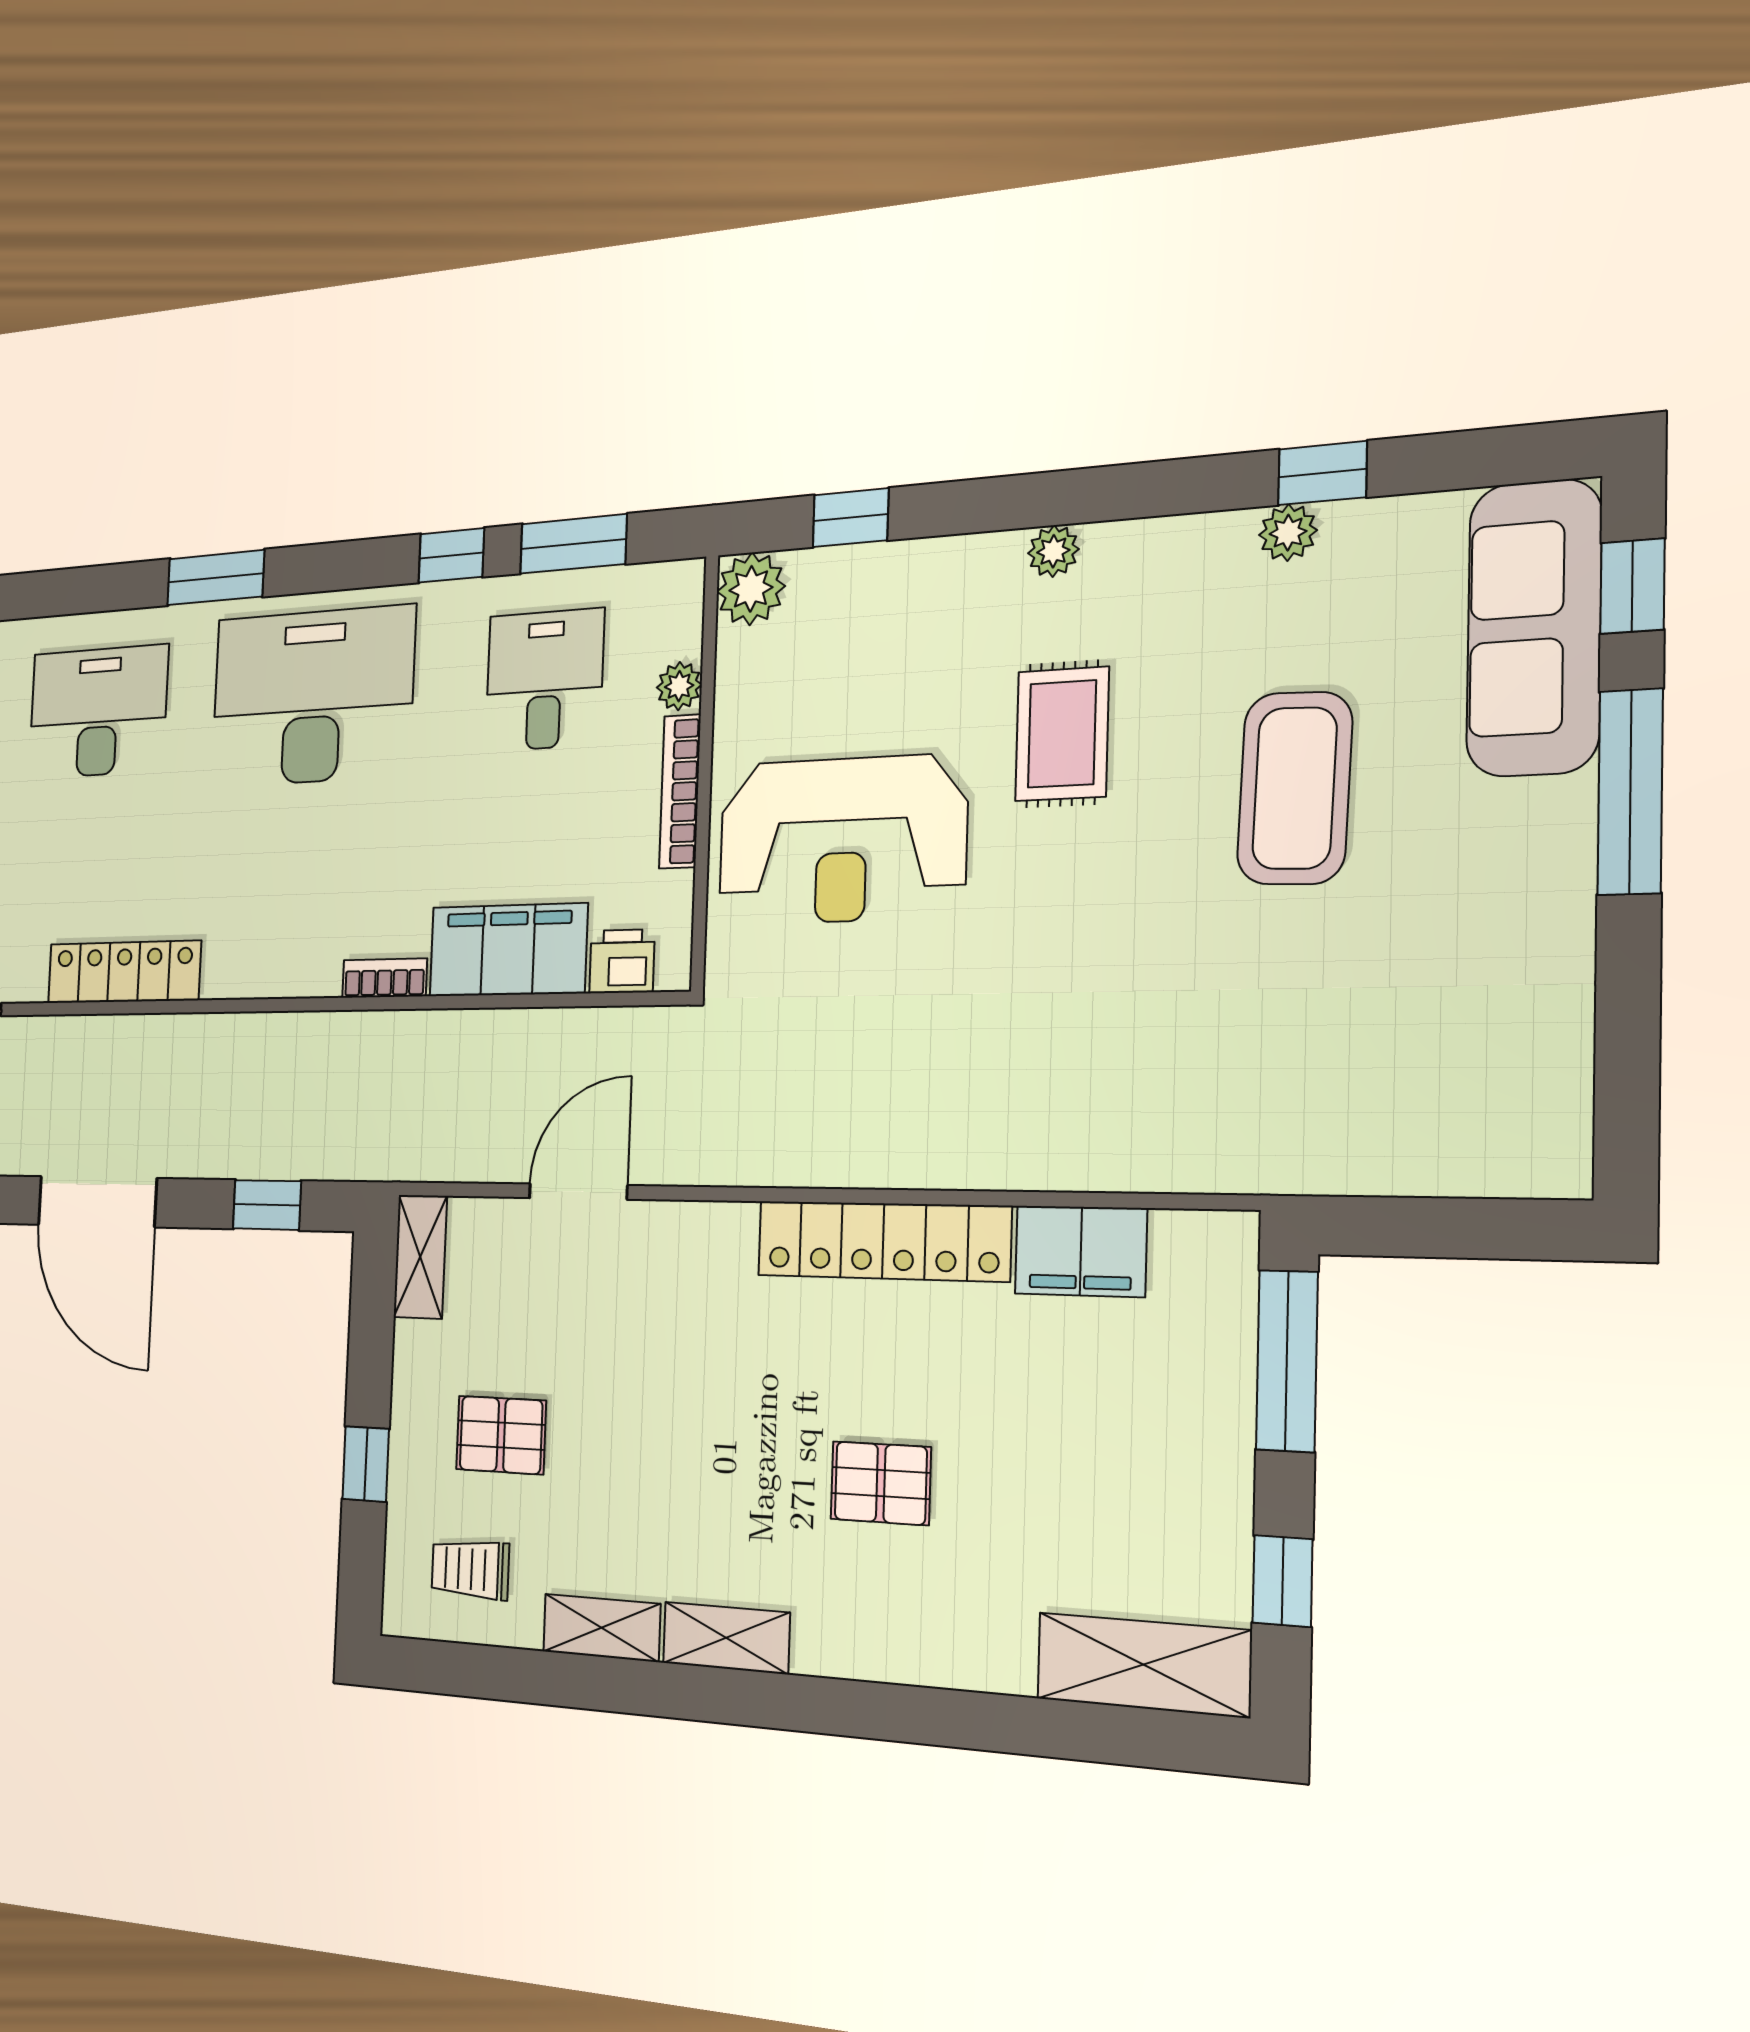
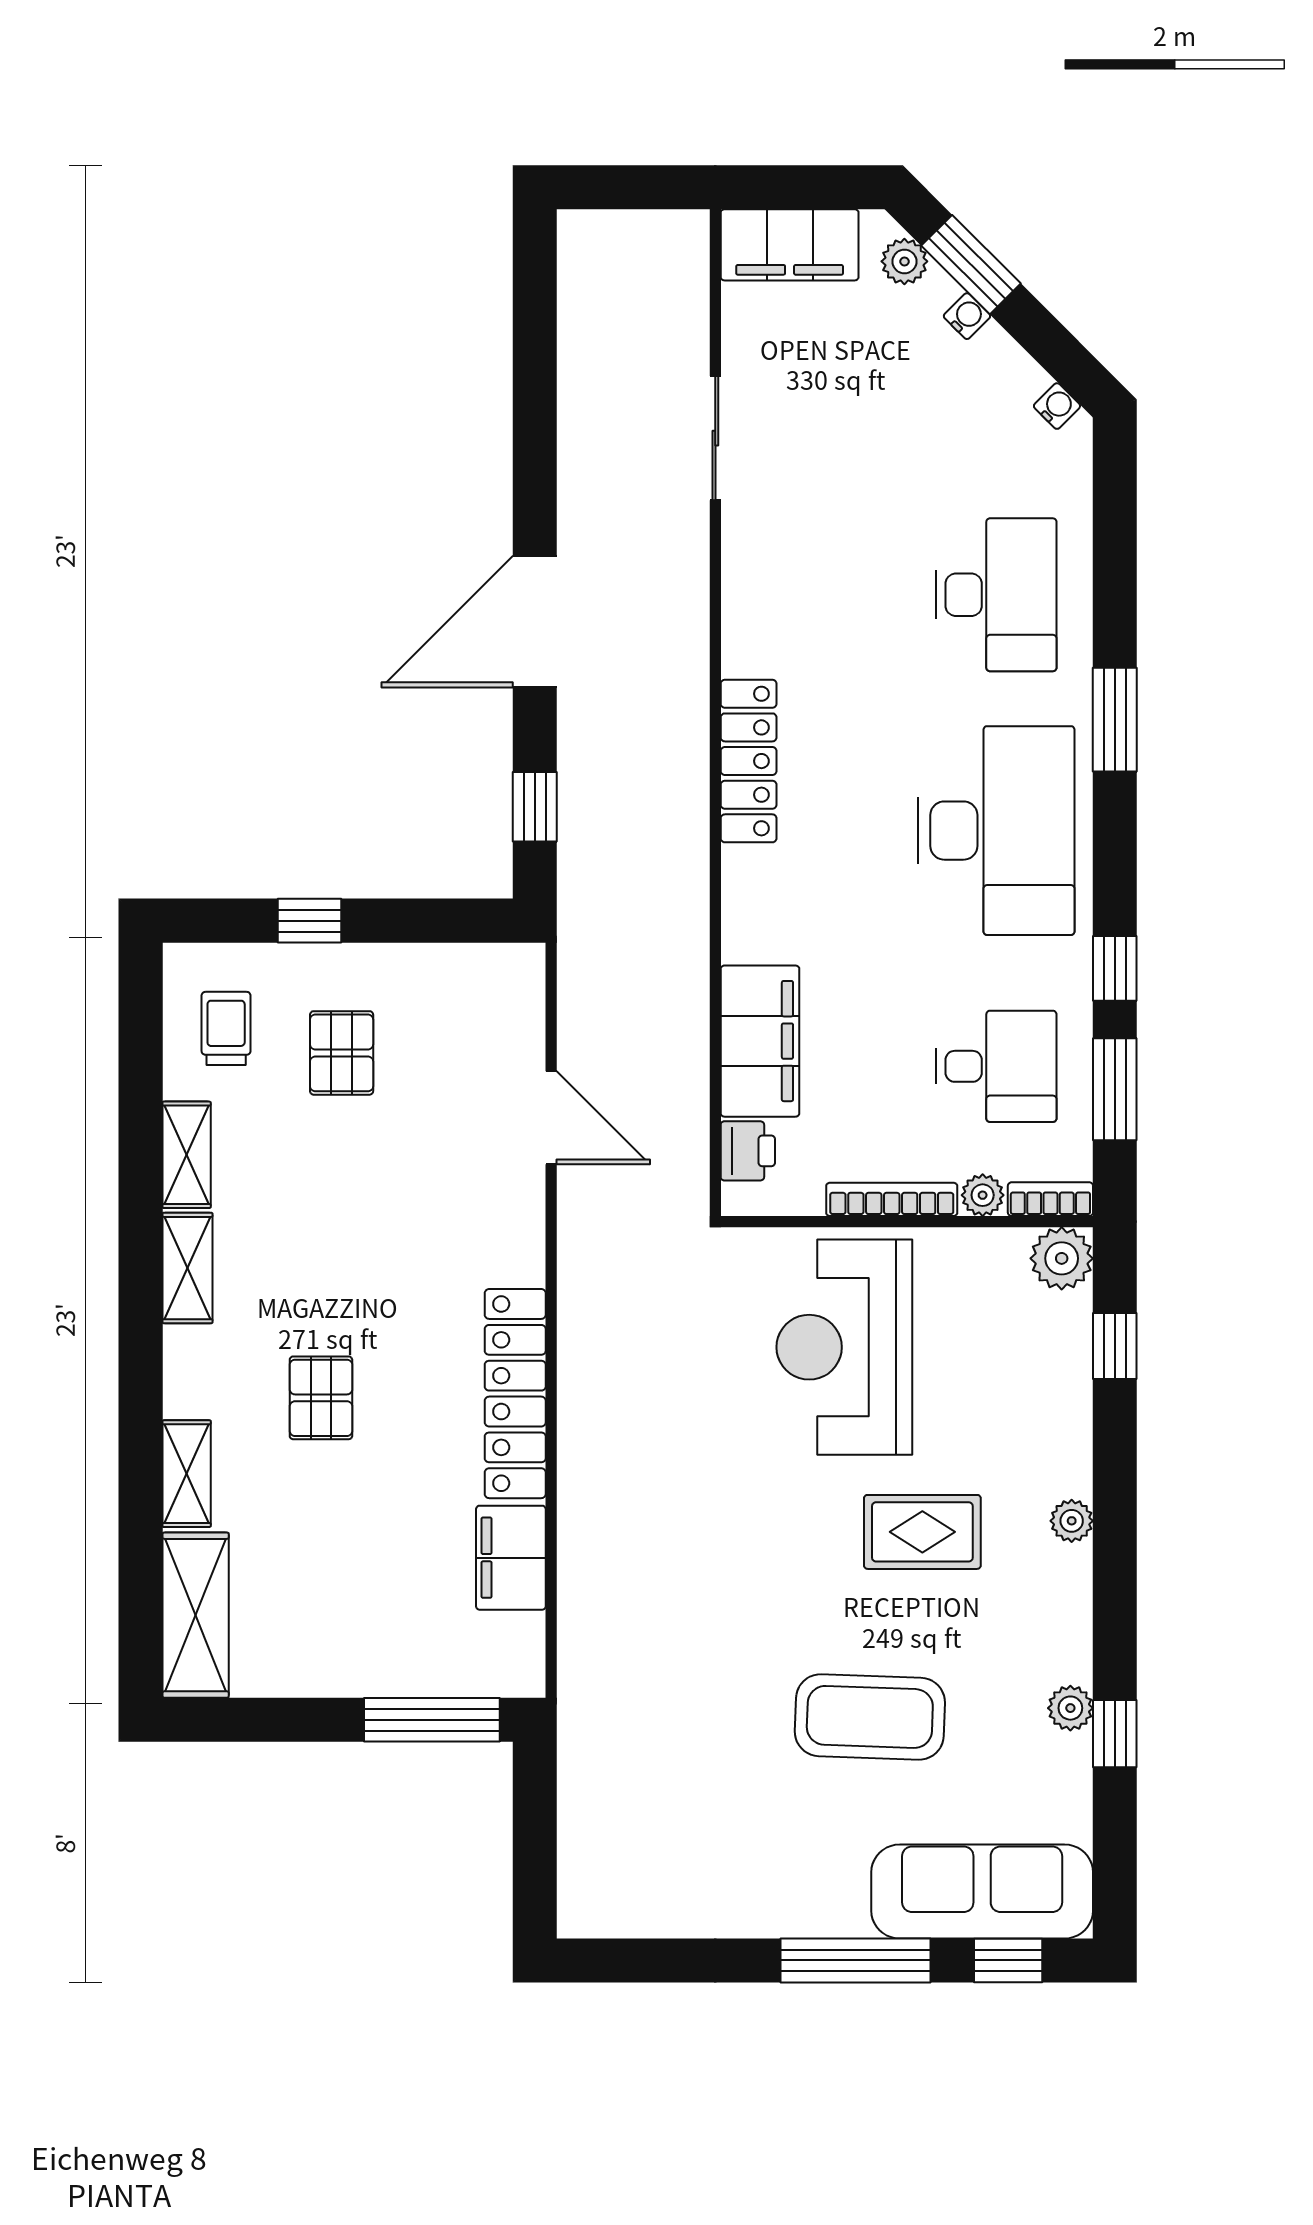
locker: (124, 972) -> (749, 761), moved
bookcase: (385, 978) -> (1050, 1199), moved, turned -90
shelving: (420, 1257) -> (187, 1474), moved, turned 90
window: (1283, 1581) -> (267, 1720), removed

